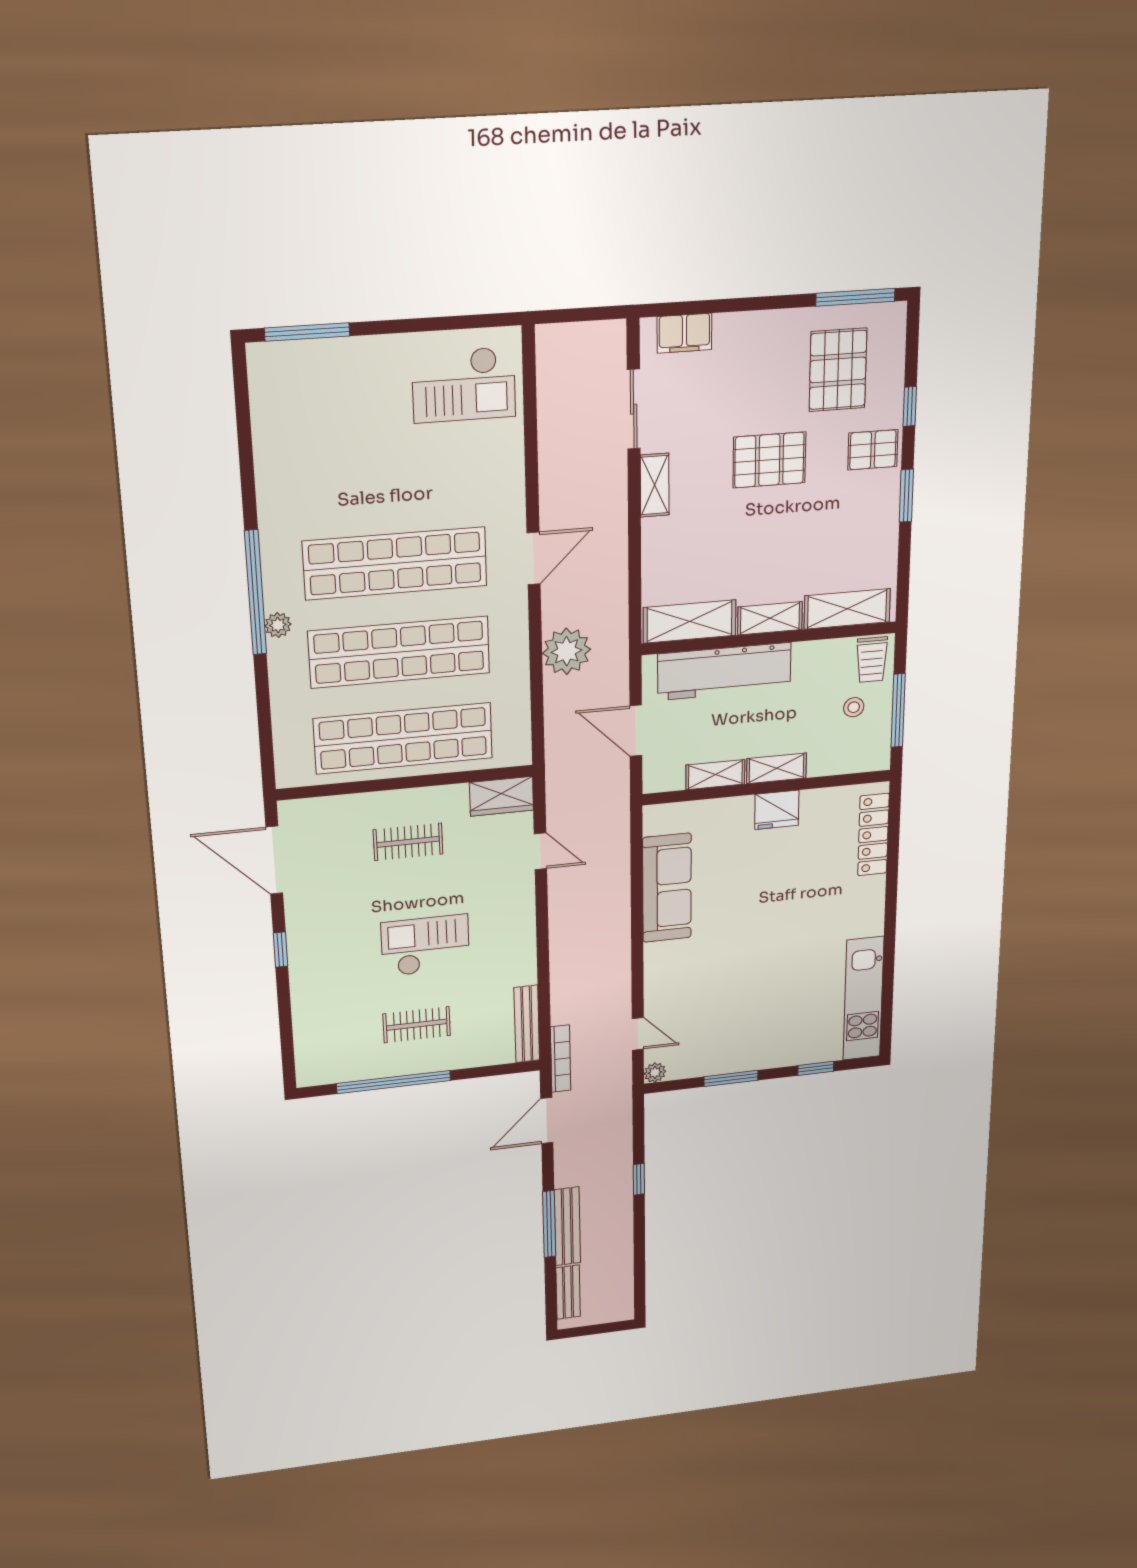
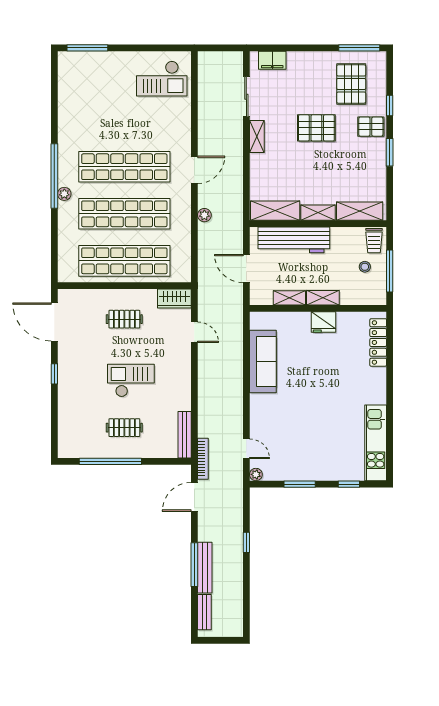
plant: (567, 651) -> (204, 215), width x0.53, depth x0.53

